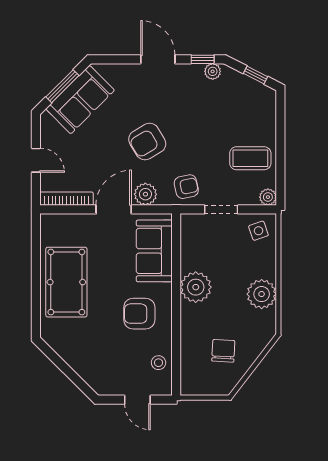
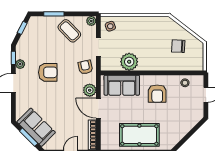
plant: (213, 71) -> (20, 64), moved
window: (280, 131) -> (54, 14), added
armchair: (147, 142) -> (48, 72), moved, turned -59
coffee table: (250, 158) -> (69, 31), turned -44
plant: (196, 287) -> (129, 62), moved
plant: (262, 294) -> (146, 24), removed

